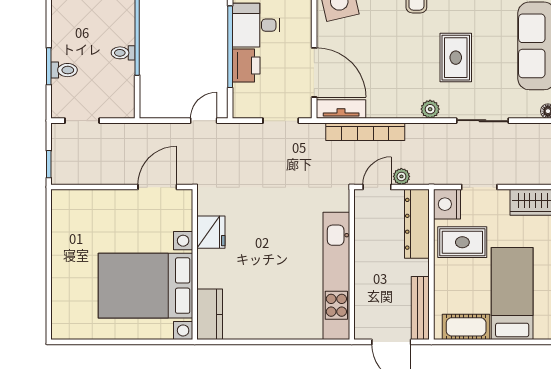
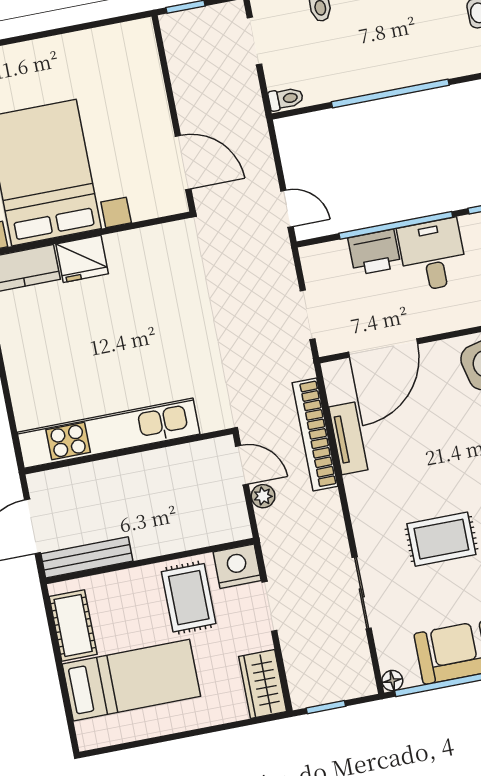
toilet: (123, 53) -> (286, 99), moved, turned 90
tv unit: (341, 109) -> (348, 438), moved
plant: (430, 109) -> (363, 518), removed
dresser: (417, 224) -> (202, 530), removed
fridge: (211, 232) -> (82, 259), moved

